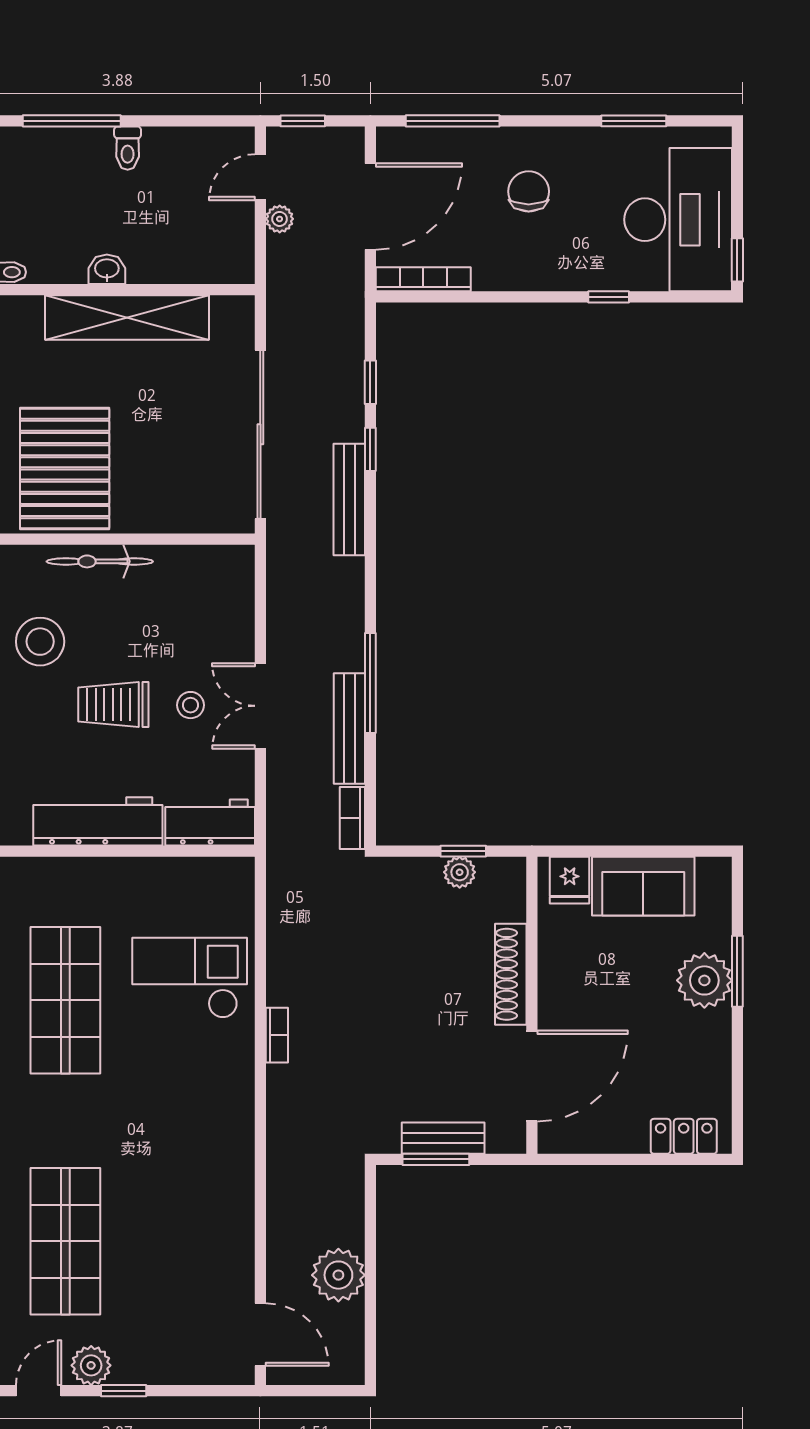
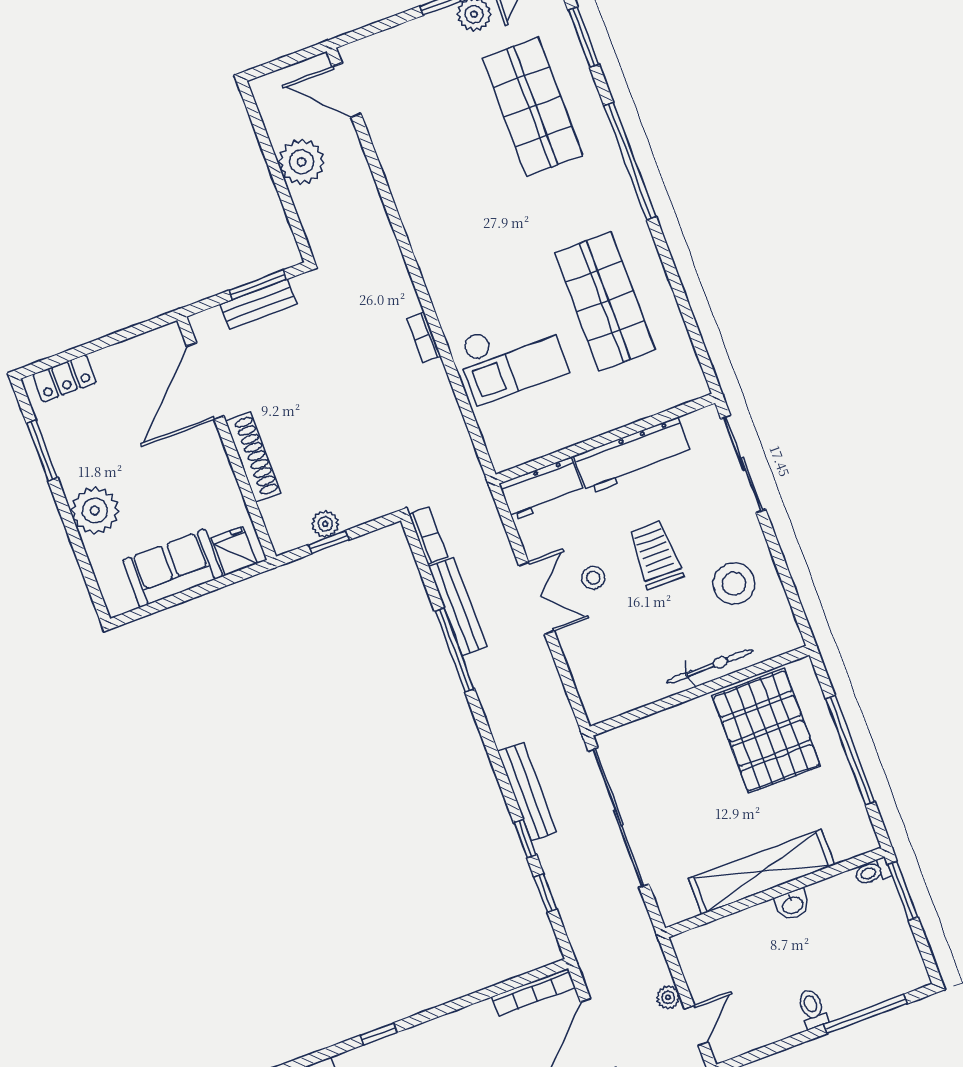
trolley: (113, 705) -> (656, 555), turned -90
window: (737, 971) -> (42, 450), moved

